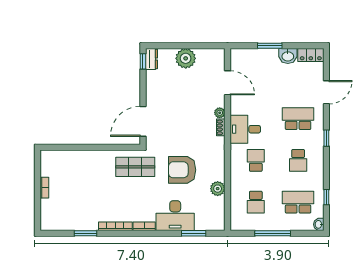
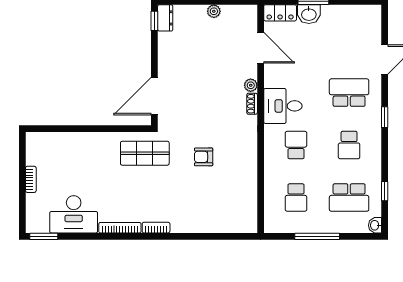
locker: (311, 55) -> (280, 13), moved
washbasin: (288, 56) -> (309, 14), moved
plant: (186, 58) -> (214, 11), width x0.53, depth x0.53
armchair: (182, 170) -> (204, 157), width x0.53, depth x0.53
plant: (218, 189) -> (248, 180), removed
school desk: (298, 202) -> (349, 197), turned 180
desk: (175, 216) -> (74, 214), moved
window: (86, 233) -> (44, 236), moved
window: (194, 233) -> (218, 236), removed

